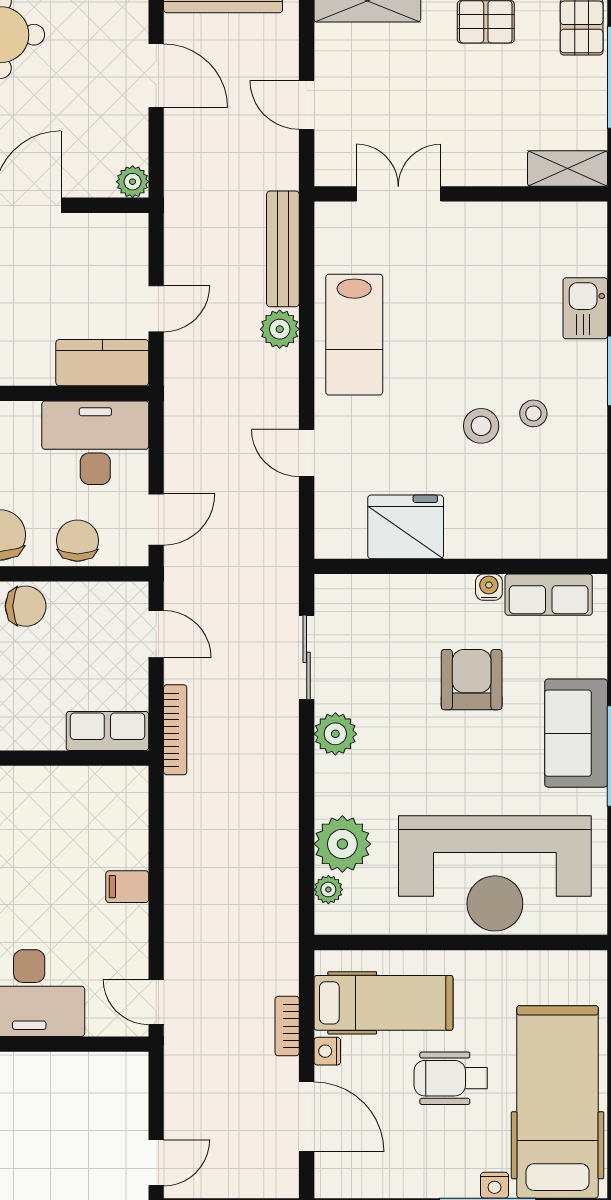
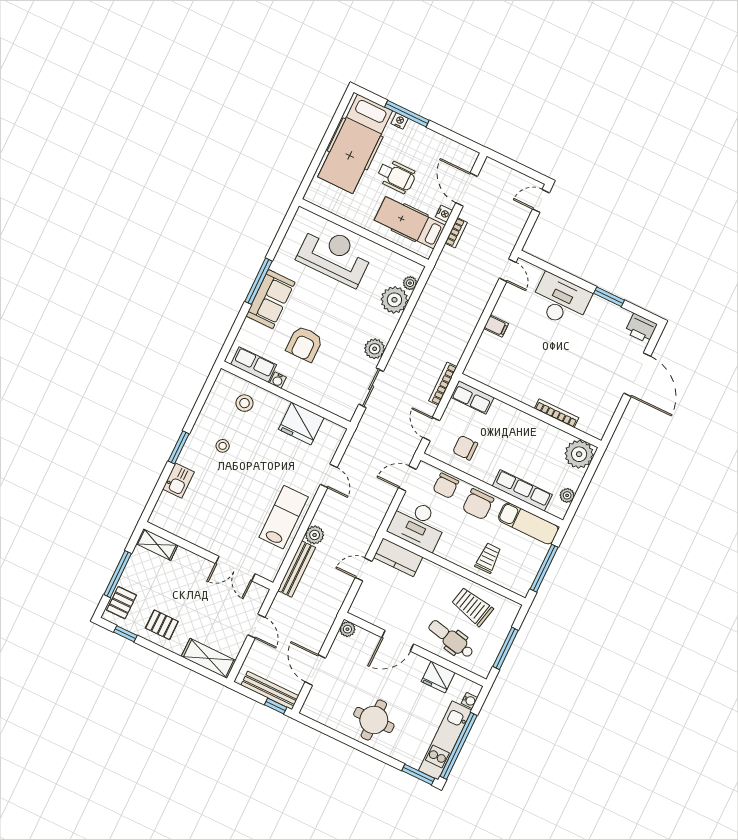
stool: (481, 426) -> (245, 403), moved
chair: (26, 606) -> (465, 448), moved
reception desk: (495, 873) -> (335, 255), width x0.74, depth x0.77

